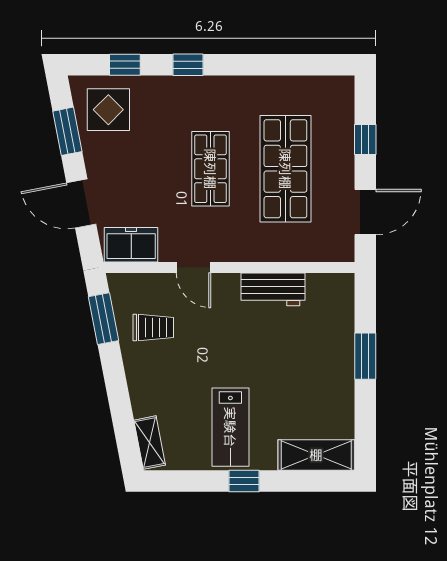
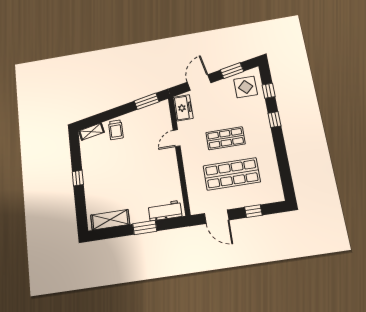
workbench: (273, 289) -> (165, 211), moved, turned 90
trolley: (153, 328) -> (116, 130), moved
lab bench: (230, 427) -> (103, 168), removed
shelving: (316, 455) -> (110, 220), moved, turned 90

